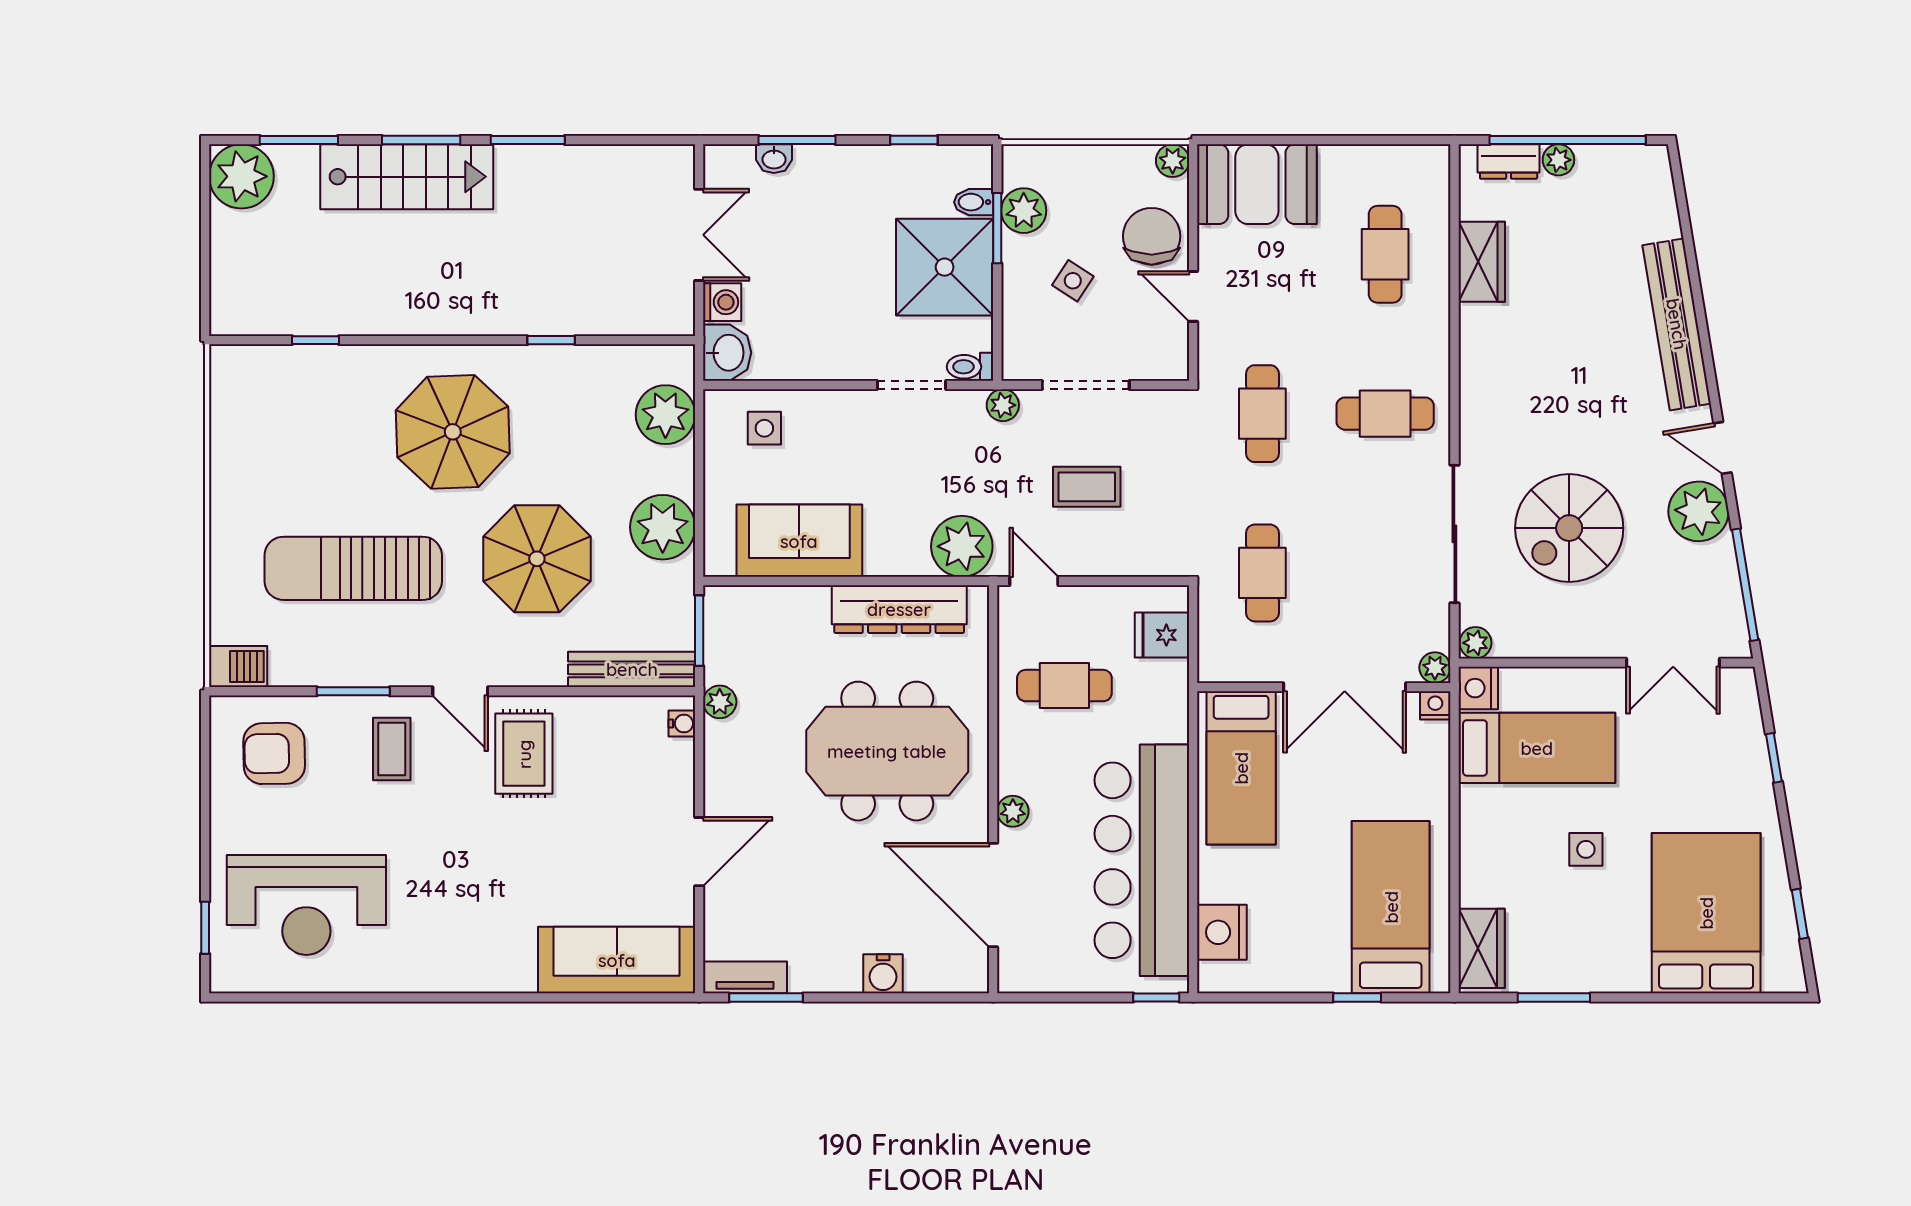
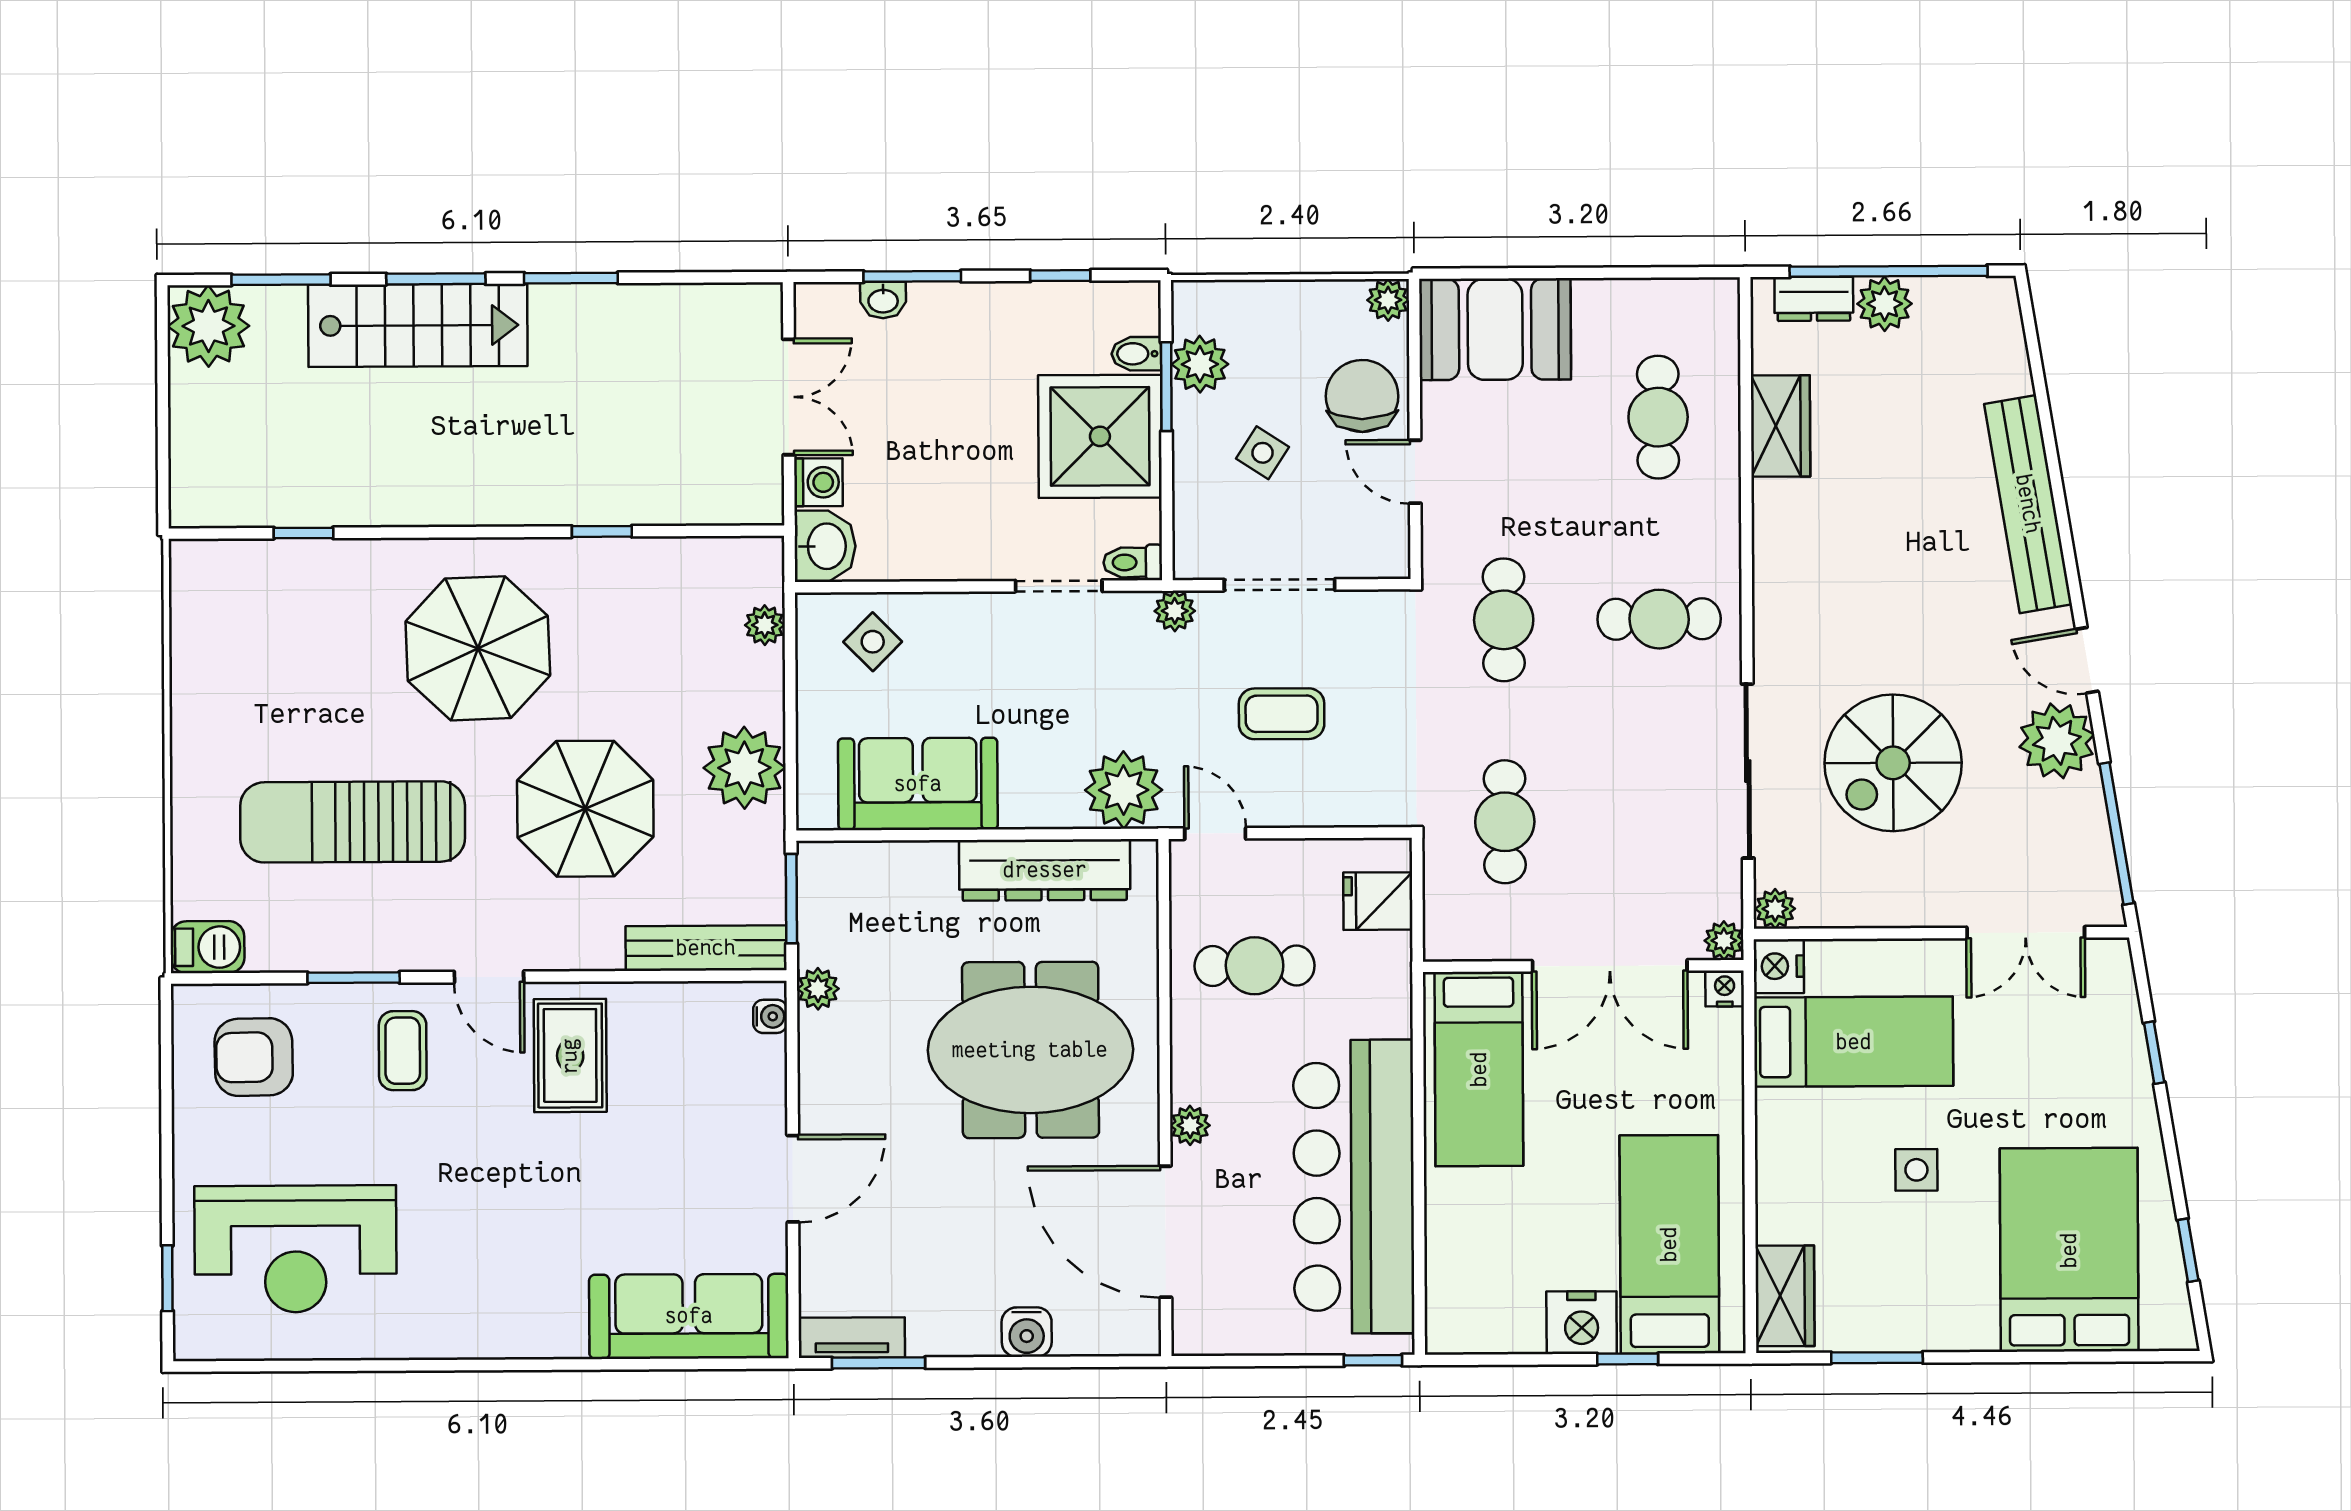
plant: (1558, 160) -> (1885, 304), width x1.38, depth x1.38
plant: (665, 415) -> (765, 625), width x0.53, depth x0.53
side table: (764, 428) -> (873, 642), turned 45
nightstand: (1222, 932) -> (1582, 1323), moved, turned -90

